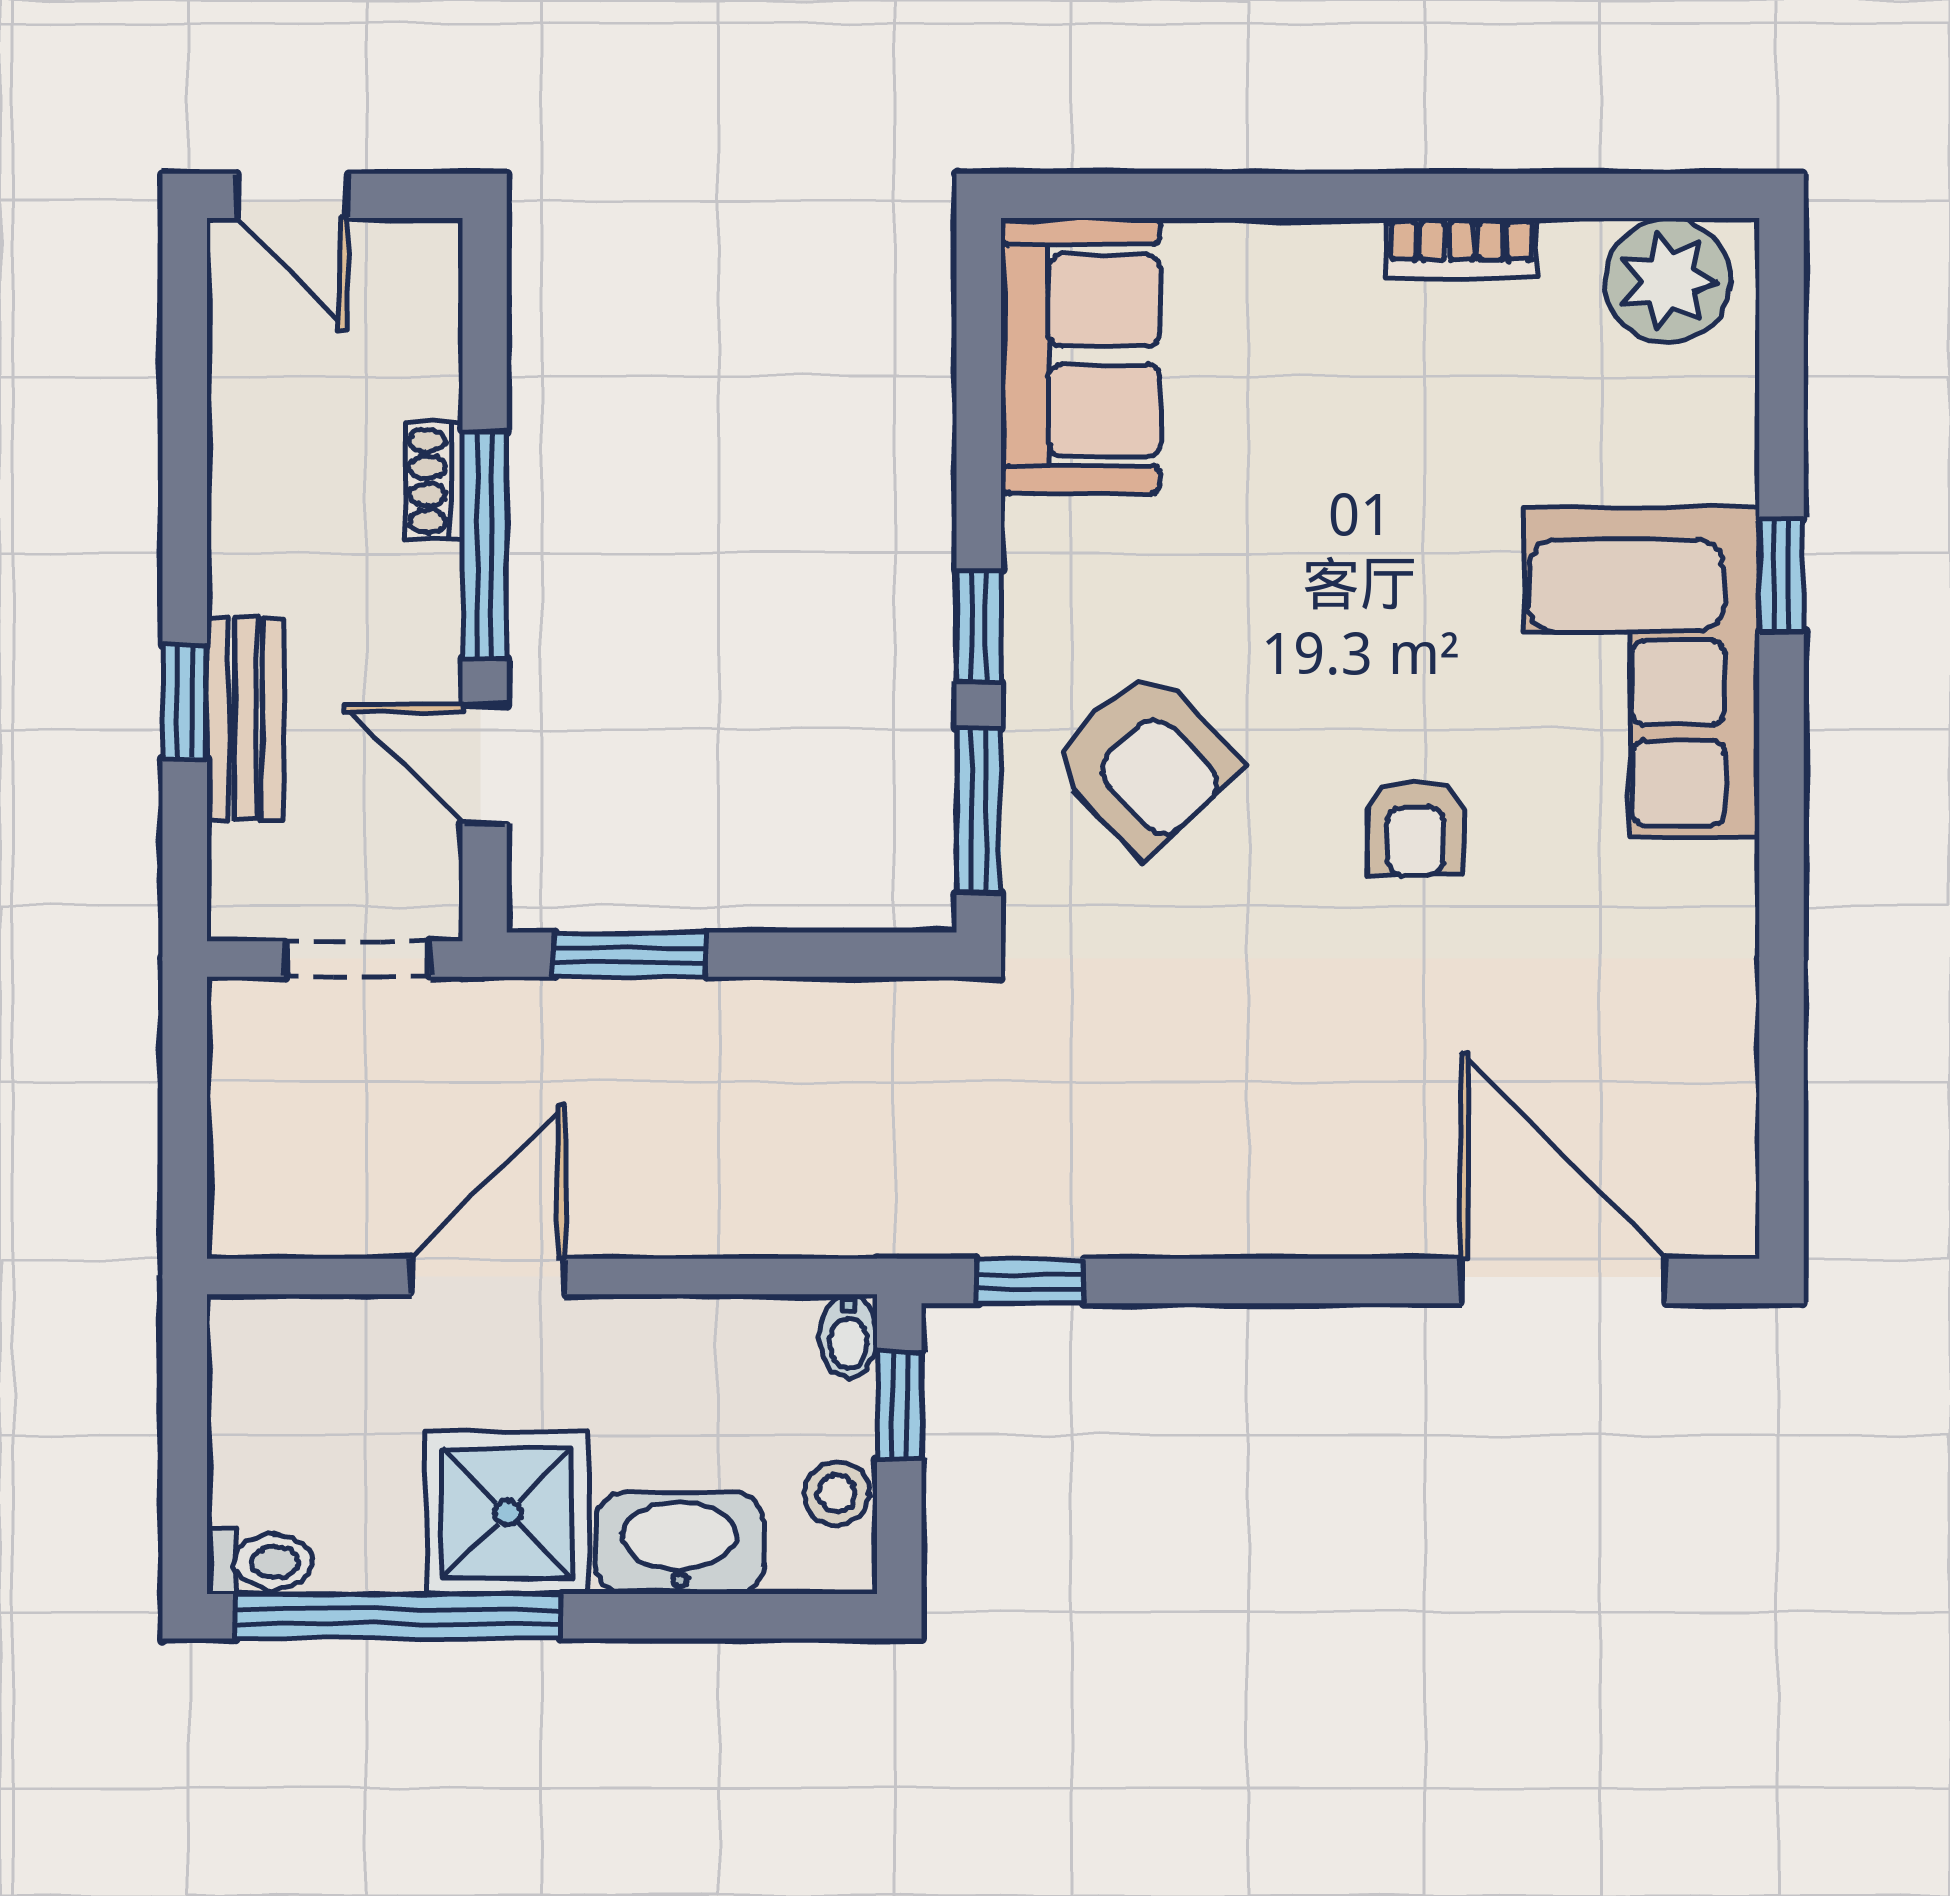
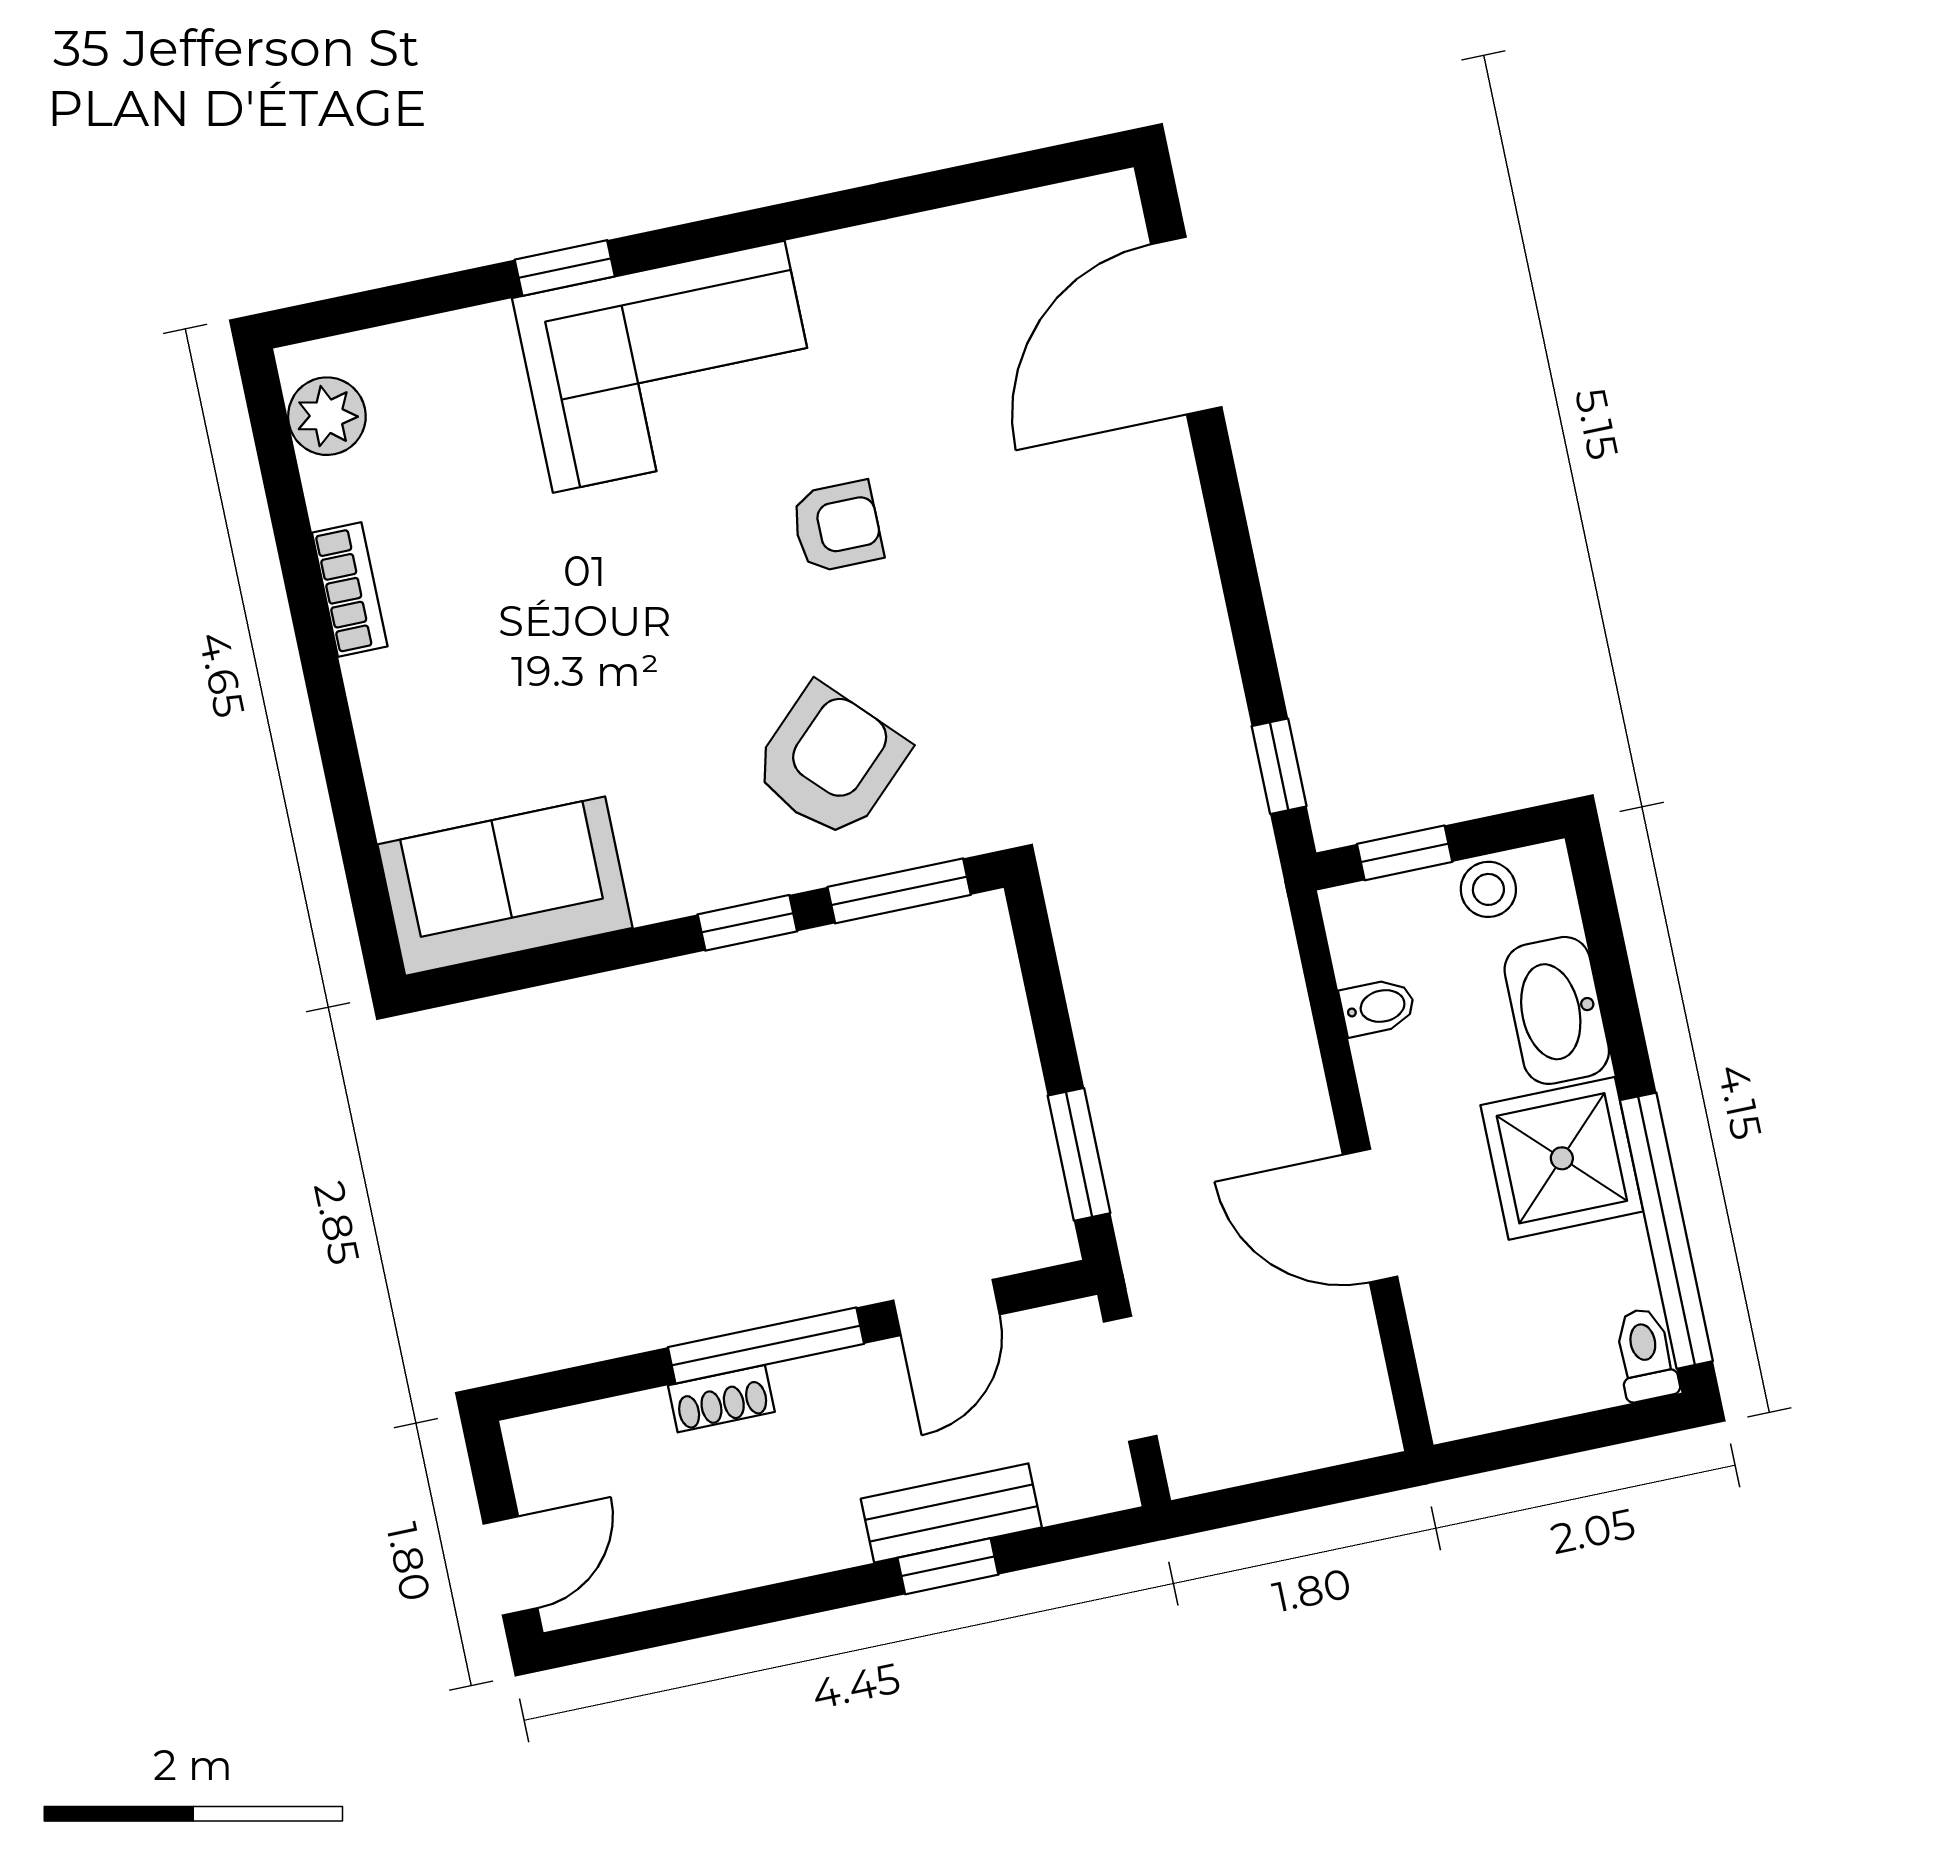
plant: (1668, 281) -> (327, 416), width x0.73, depth x0.73
bidet: (849, 1336) -> (1378, 1007), moved

